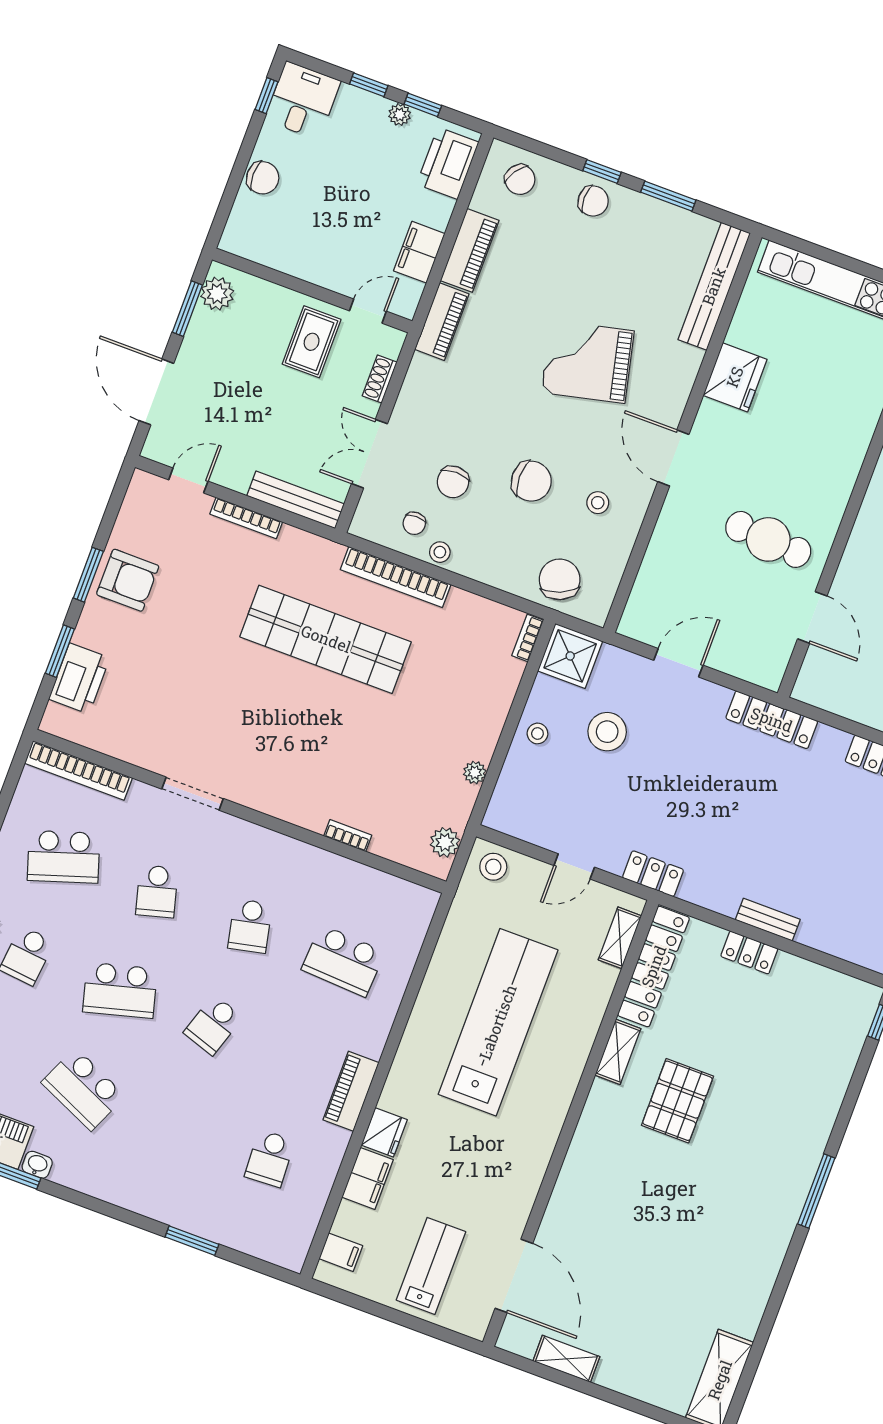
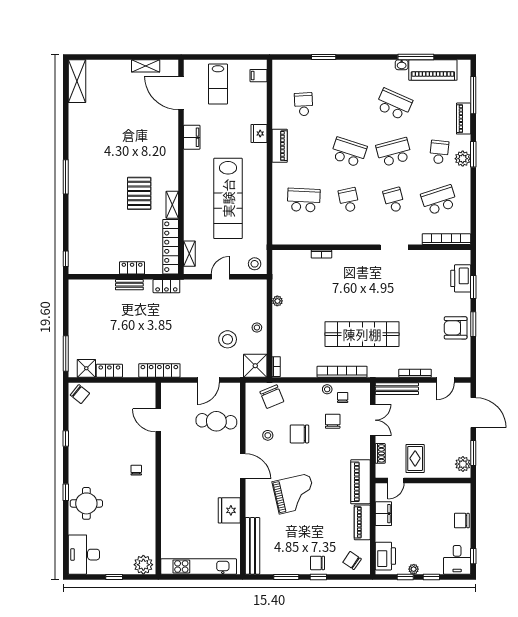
piano: (442, 322) -> (360, 482), width x1.37, depth x1.33
cafe table: (768, 539) -> (216, 421), moved
plant: (445, 842) -> (279, 267), removed
locker: (653, 874) -> (166, 286), moved
school desk: (213, 1025) -> (349, 152), width x1.85
filing cabinet: (368, 1178) -> (192, 137), moved, turned 180

